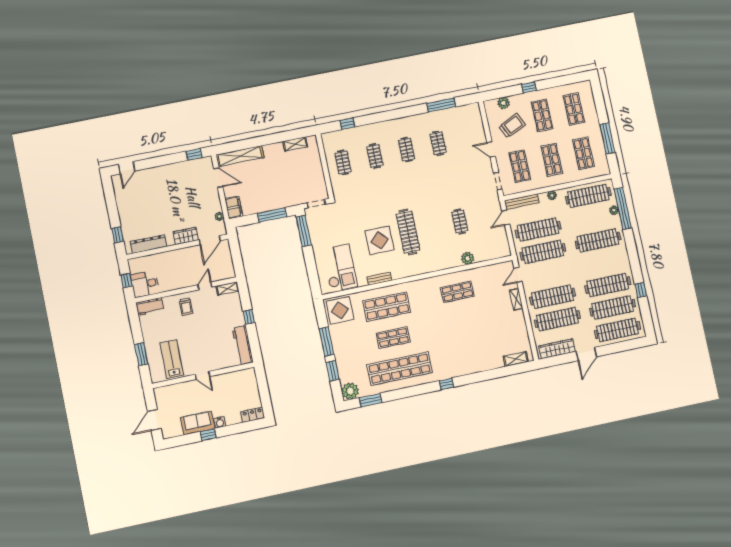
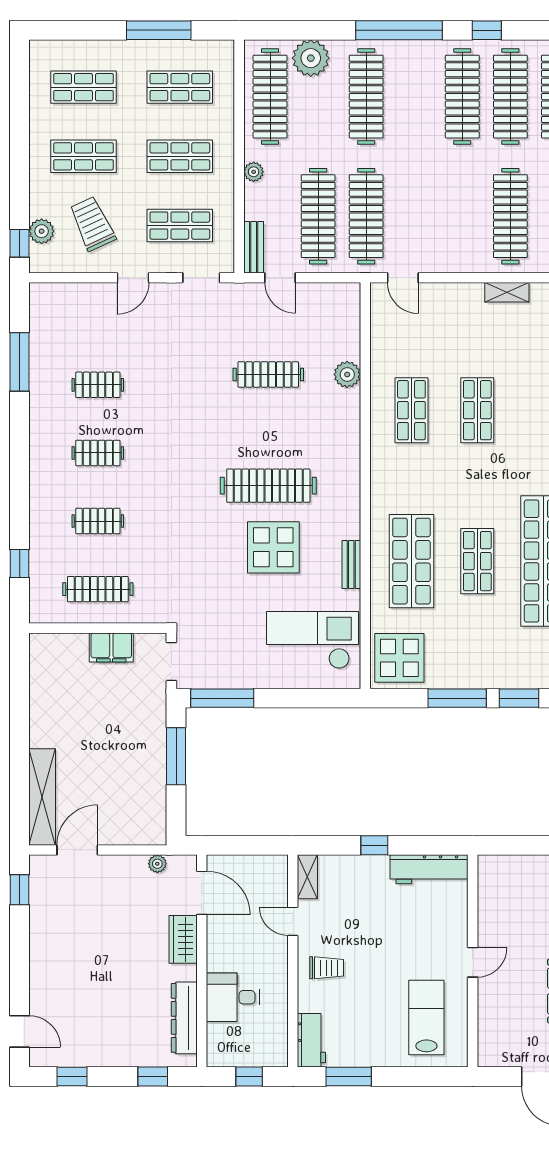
window: (529, 87) -> (20, 243), moved
shelving: (295, 144) -> (40, 679), removed
clothes rail: (343, 162) -> (98, 589), width x1.36
window: (110, 197) -> (72, 1076), added
bench: (522, 202) -> (254, 247), width x0.73
filing cabinet: (234, 207) -> (111, 647), moved, turned 180
window: (623, 209) -> (399, 30), moved
plant: (614, 210) -> (311, 58), width x1.87, depth x1.87
clothes rail: (460, 221) -> (268, 374), width x1.36
desk: (145, 284) -> (233, 997), moved, turned 90
clothes rail: (553, 297) -> (462, 216), removed
shelving: (516, 299) -> (507, 292), moved
shop shelf: (464, 323) -> (477, 410), added
window: (141, 354) -> (349, 1076), moved
lab bench: (172, 359) -> (426, 1018), turned 90

